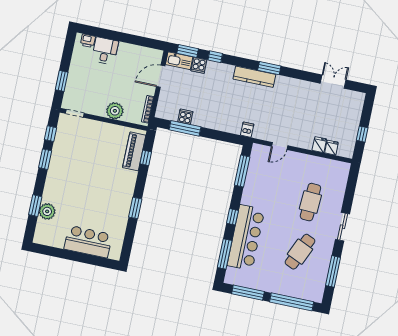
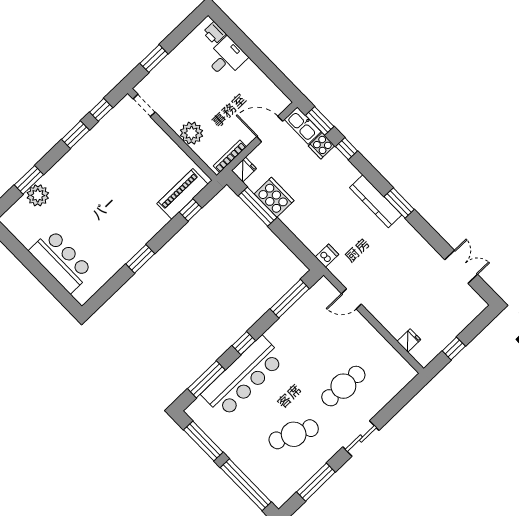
cooker: (185, 117) -> (274, 197), width x1.87, depth x1.31
fridge: (319, 145) -> (244, 170), moved

